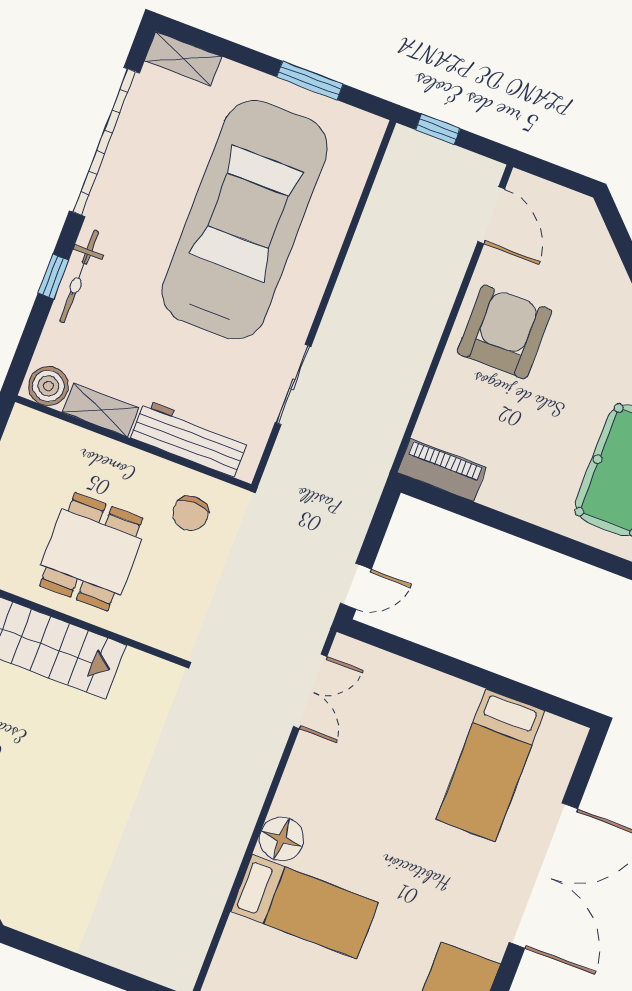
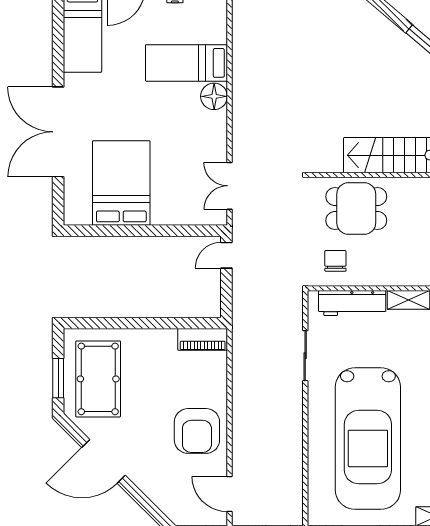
dining table: (91, 552) -> (356, 208), moved, turned 90
bed: (490, 765) -> (121, 183), width x1.50

